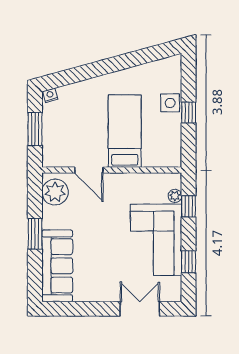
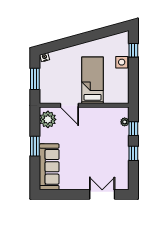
window: (189, 112) -> (133, 50), moved
corner sofa: (156, 240) -> (113, 150), removed
window: (189, 262) -> (133, 153), moved

